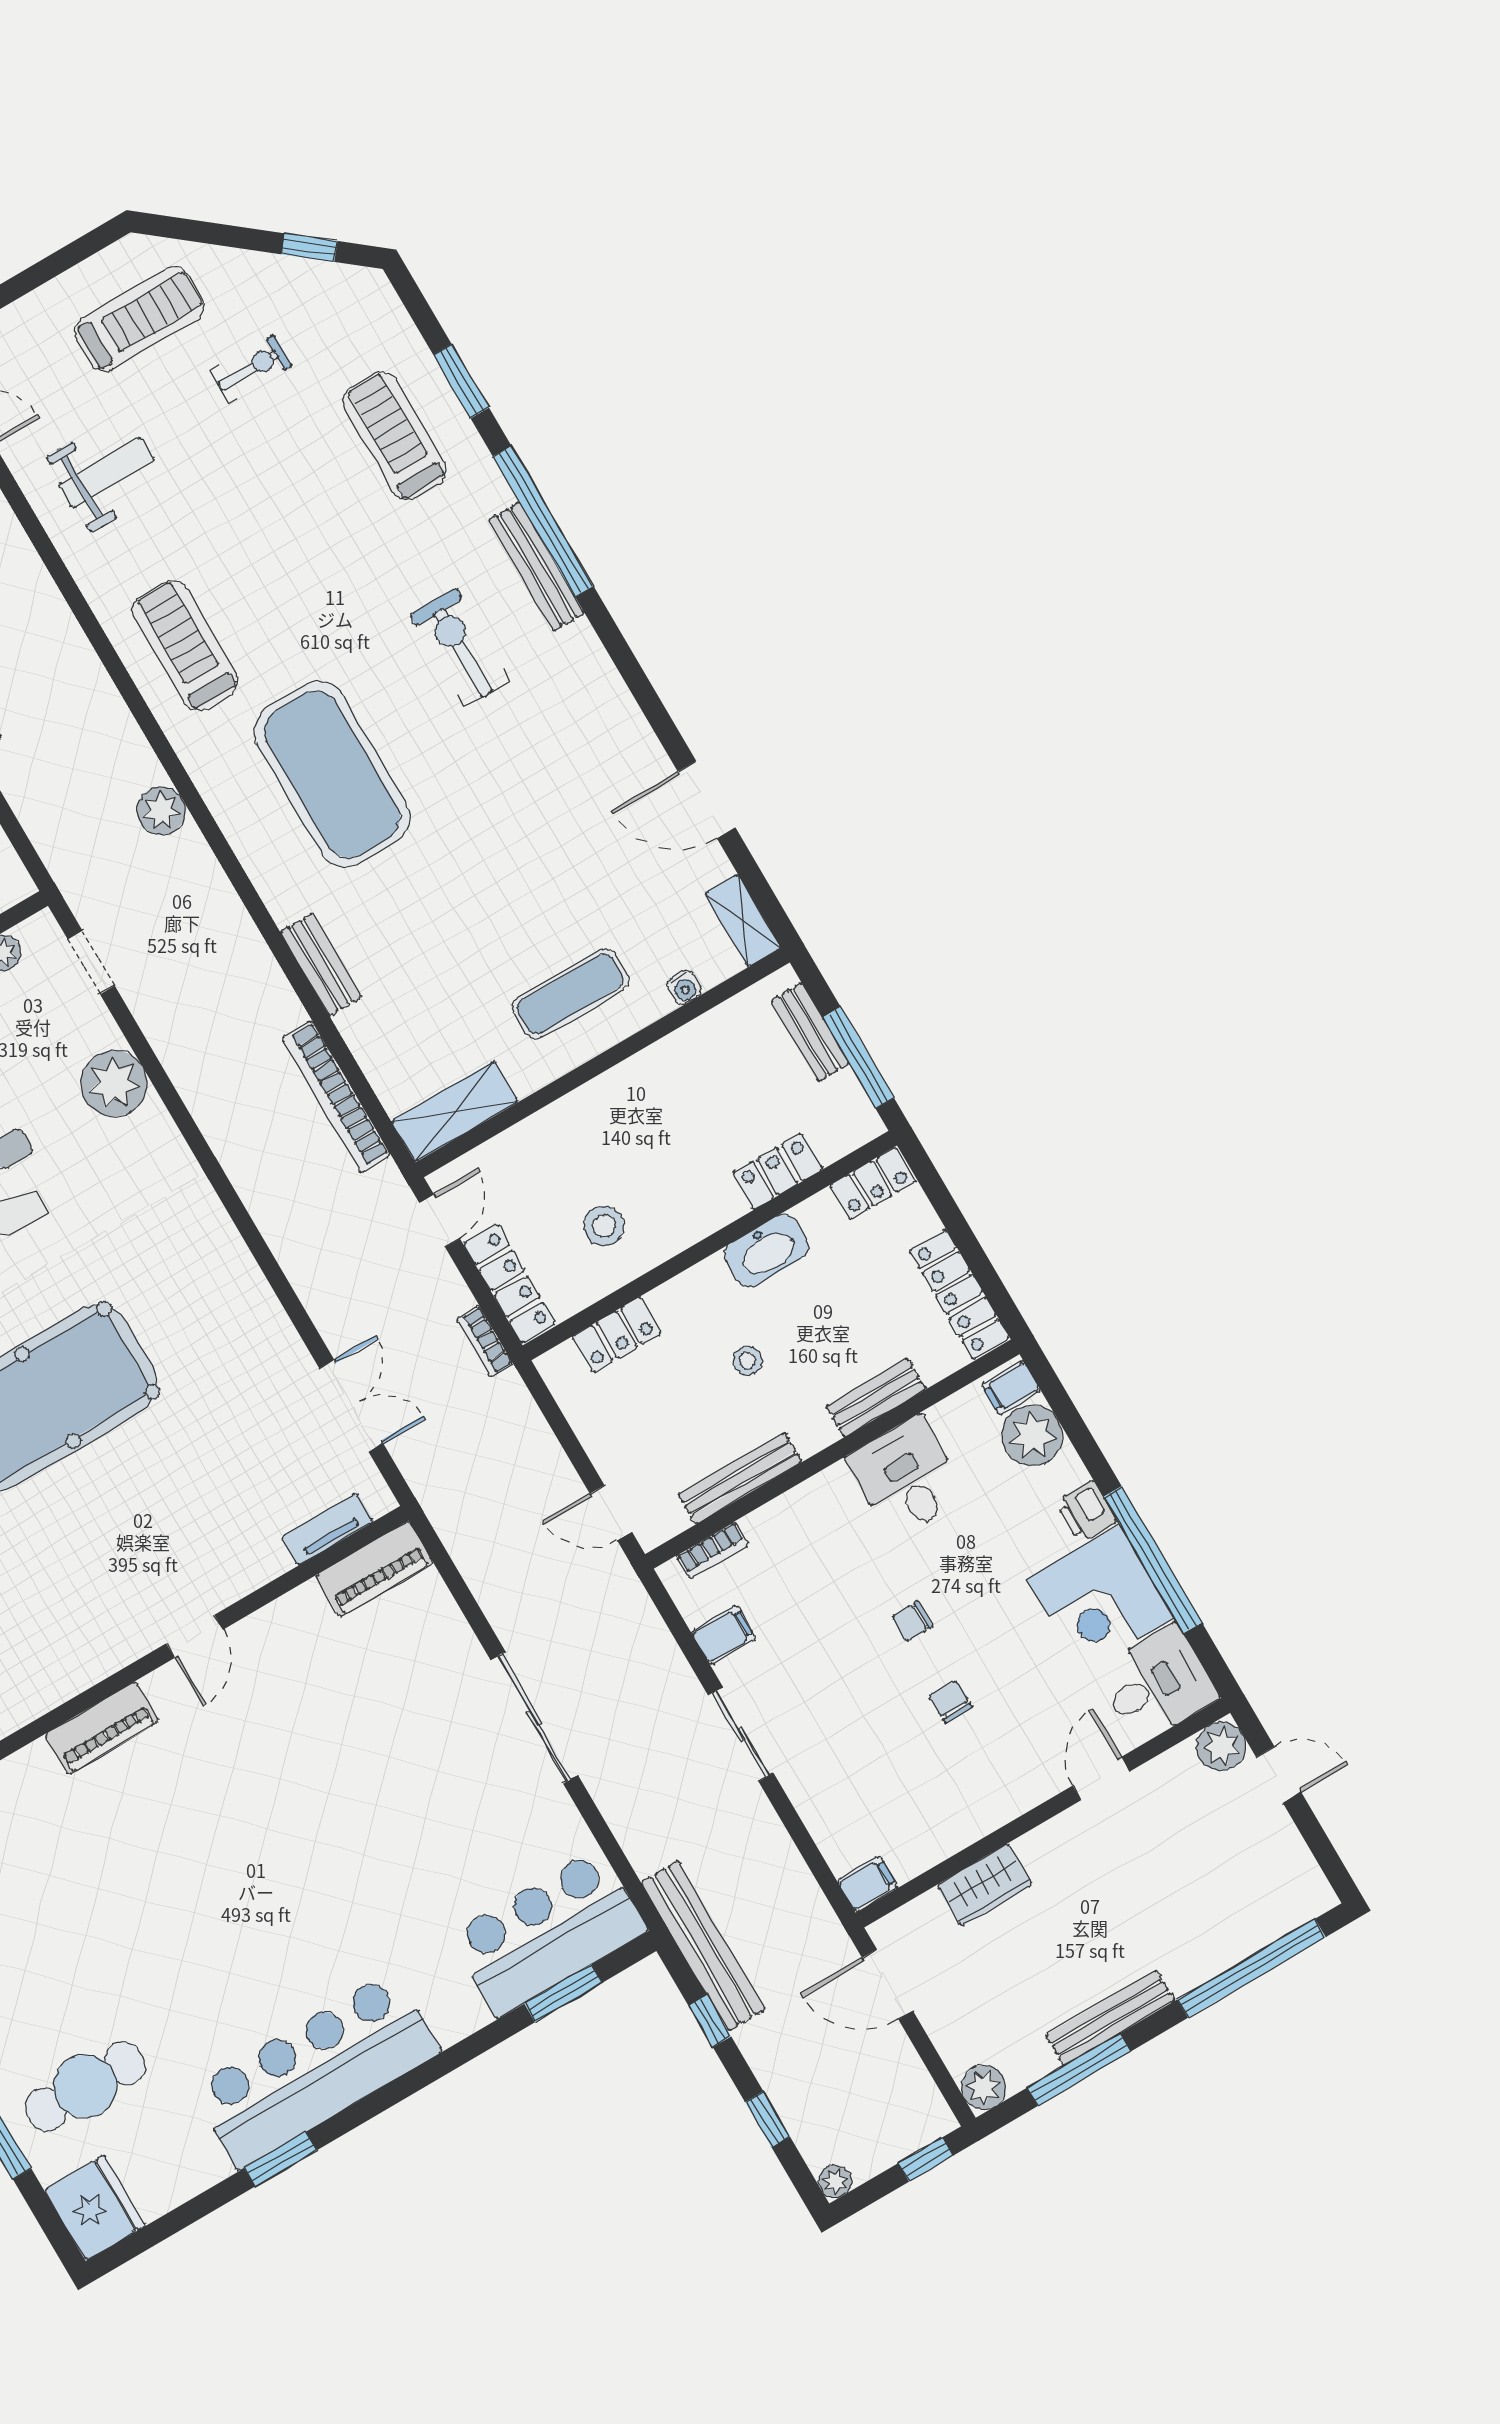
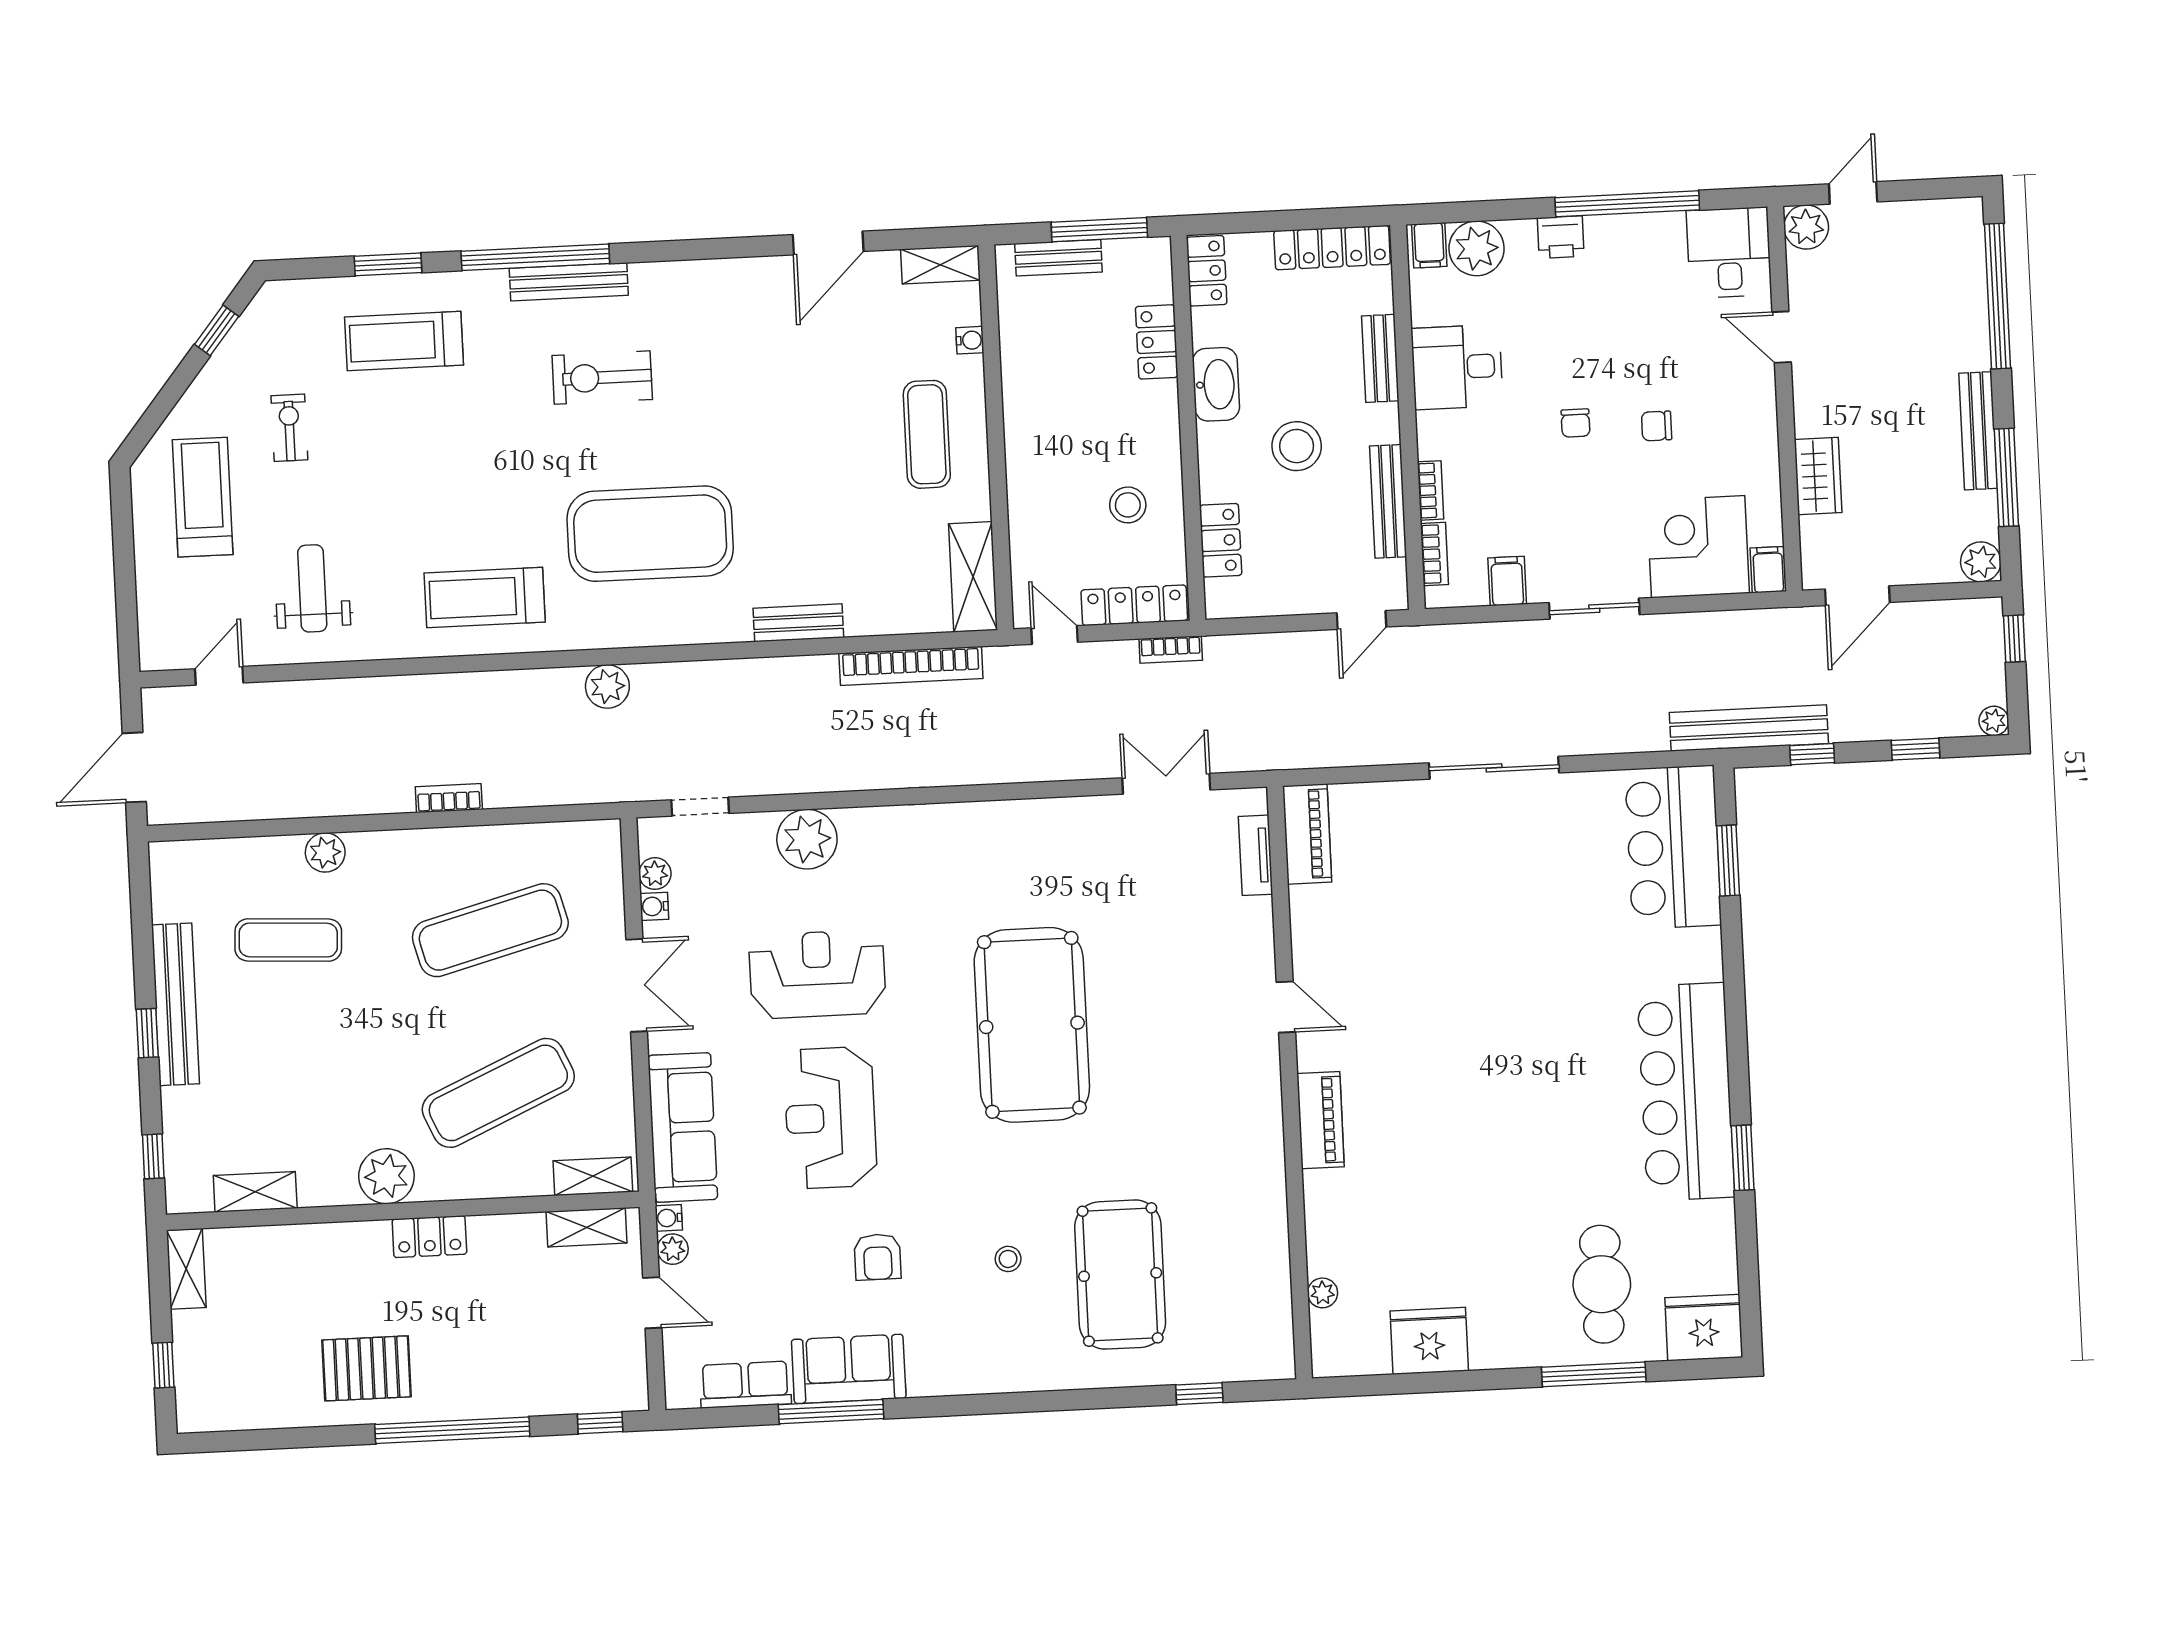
stool: (748, 1361) -> (1297, 446), width x1.89, depth x1.89
bookcase: (773, 1514) -> (1430, 490), added
corner desk: (1100, 1598) -> (1698, 547), moved, turned 180

